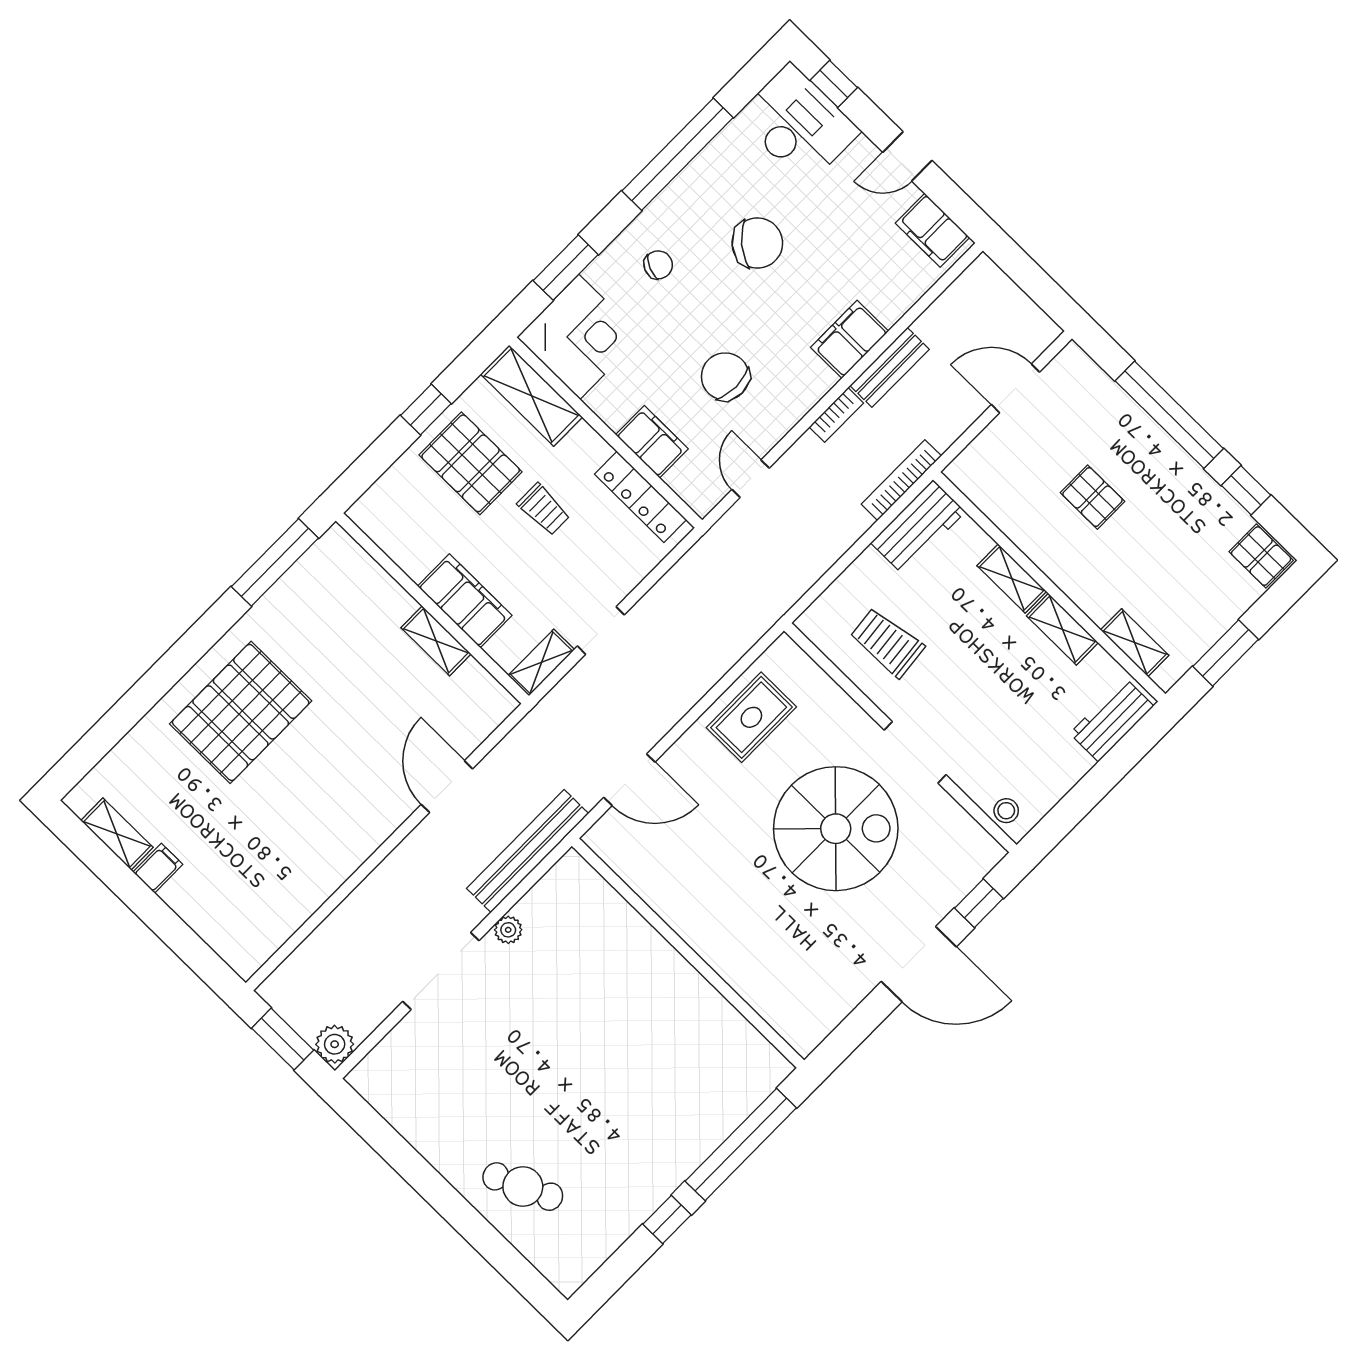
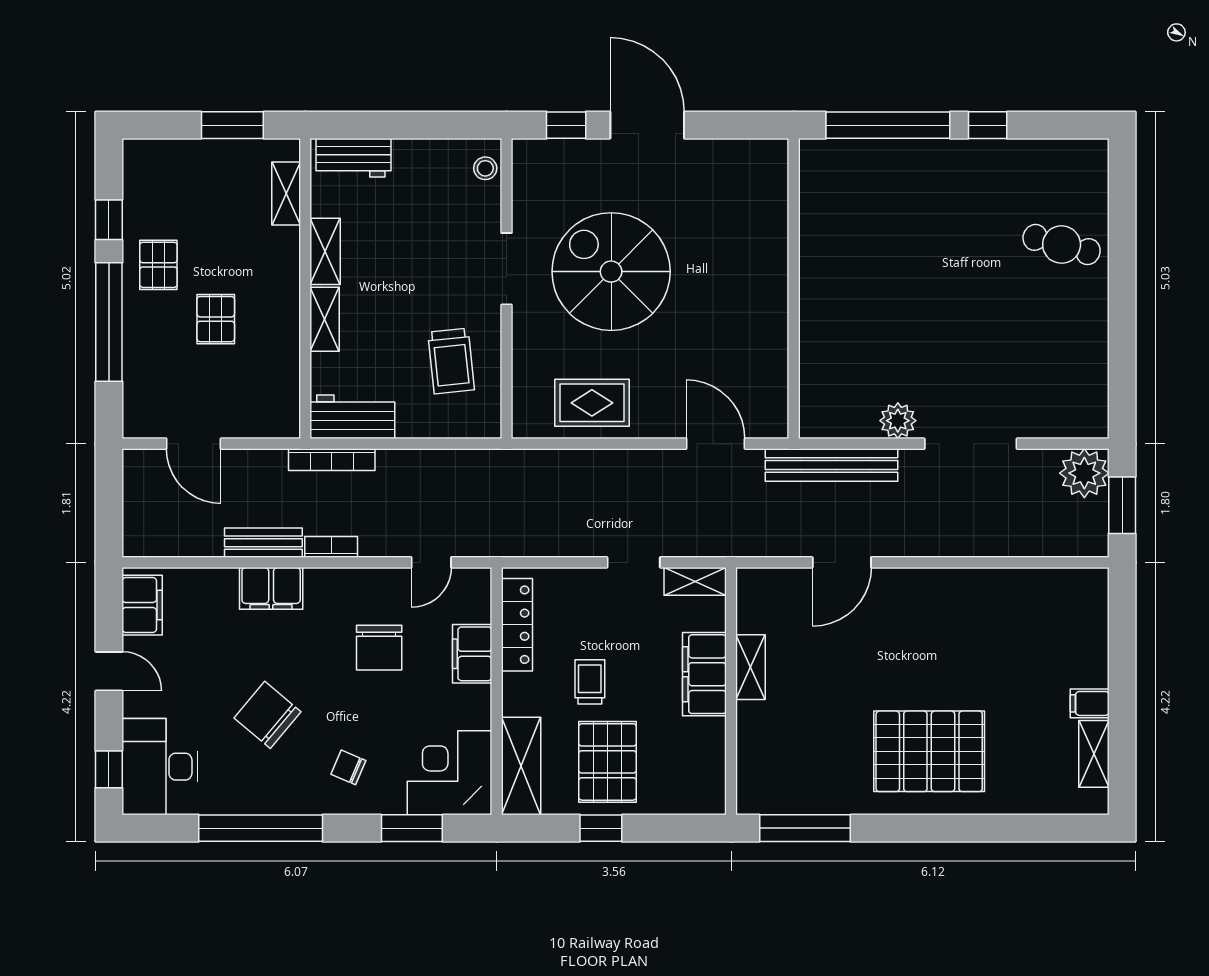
pallet: (1261, 556) -> (158, 265), moved
plant: (508, 930) -> (898, 421), width x1.38, depth x1.38
plant: (335, 1044) -> (1084, 473), width x1.36, depth x1.36
cafe table: (523, 1187) -> (1062, 245), turned -51

